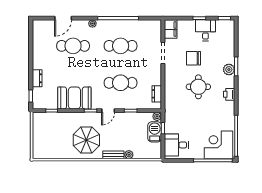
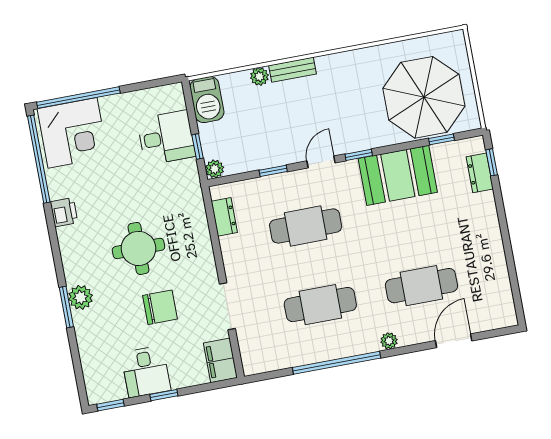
dresser: (37, 78) -> (480, 173), moved
printer: (229, 94) -> (64, 212), moved
barbecue: (155, 132) -> (207, 100), moved
parasol: (86, 140) -> (424, 97), moved, width x1.36, depth x1.36
desk: (176, 145) -> (166, 138), moved

